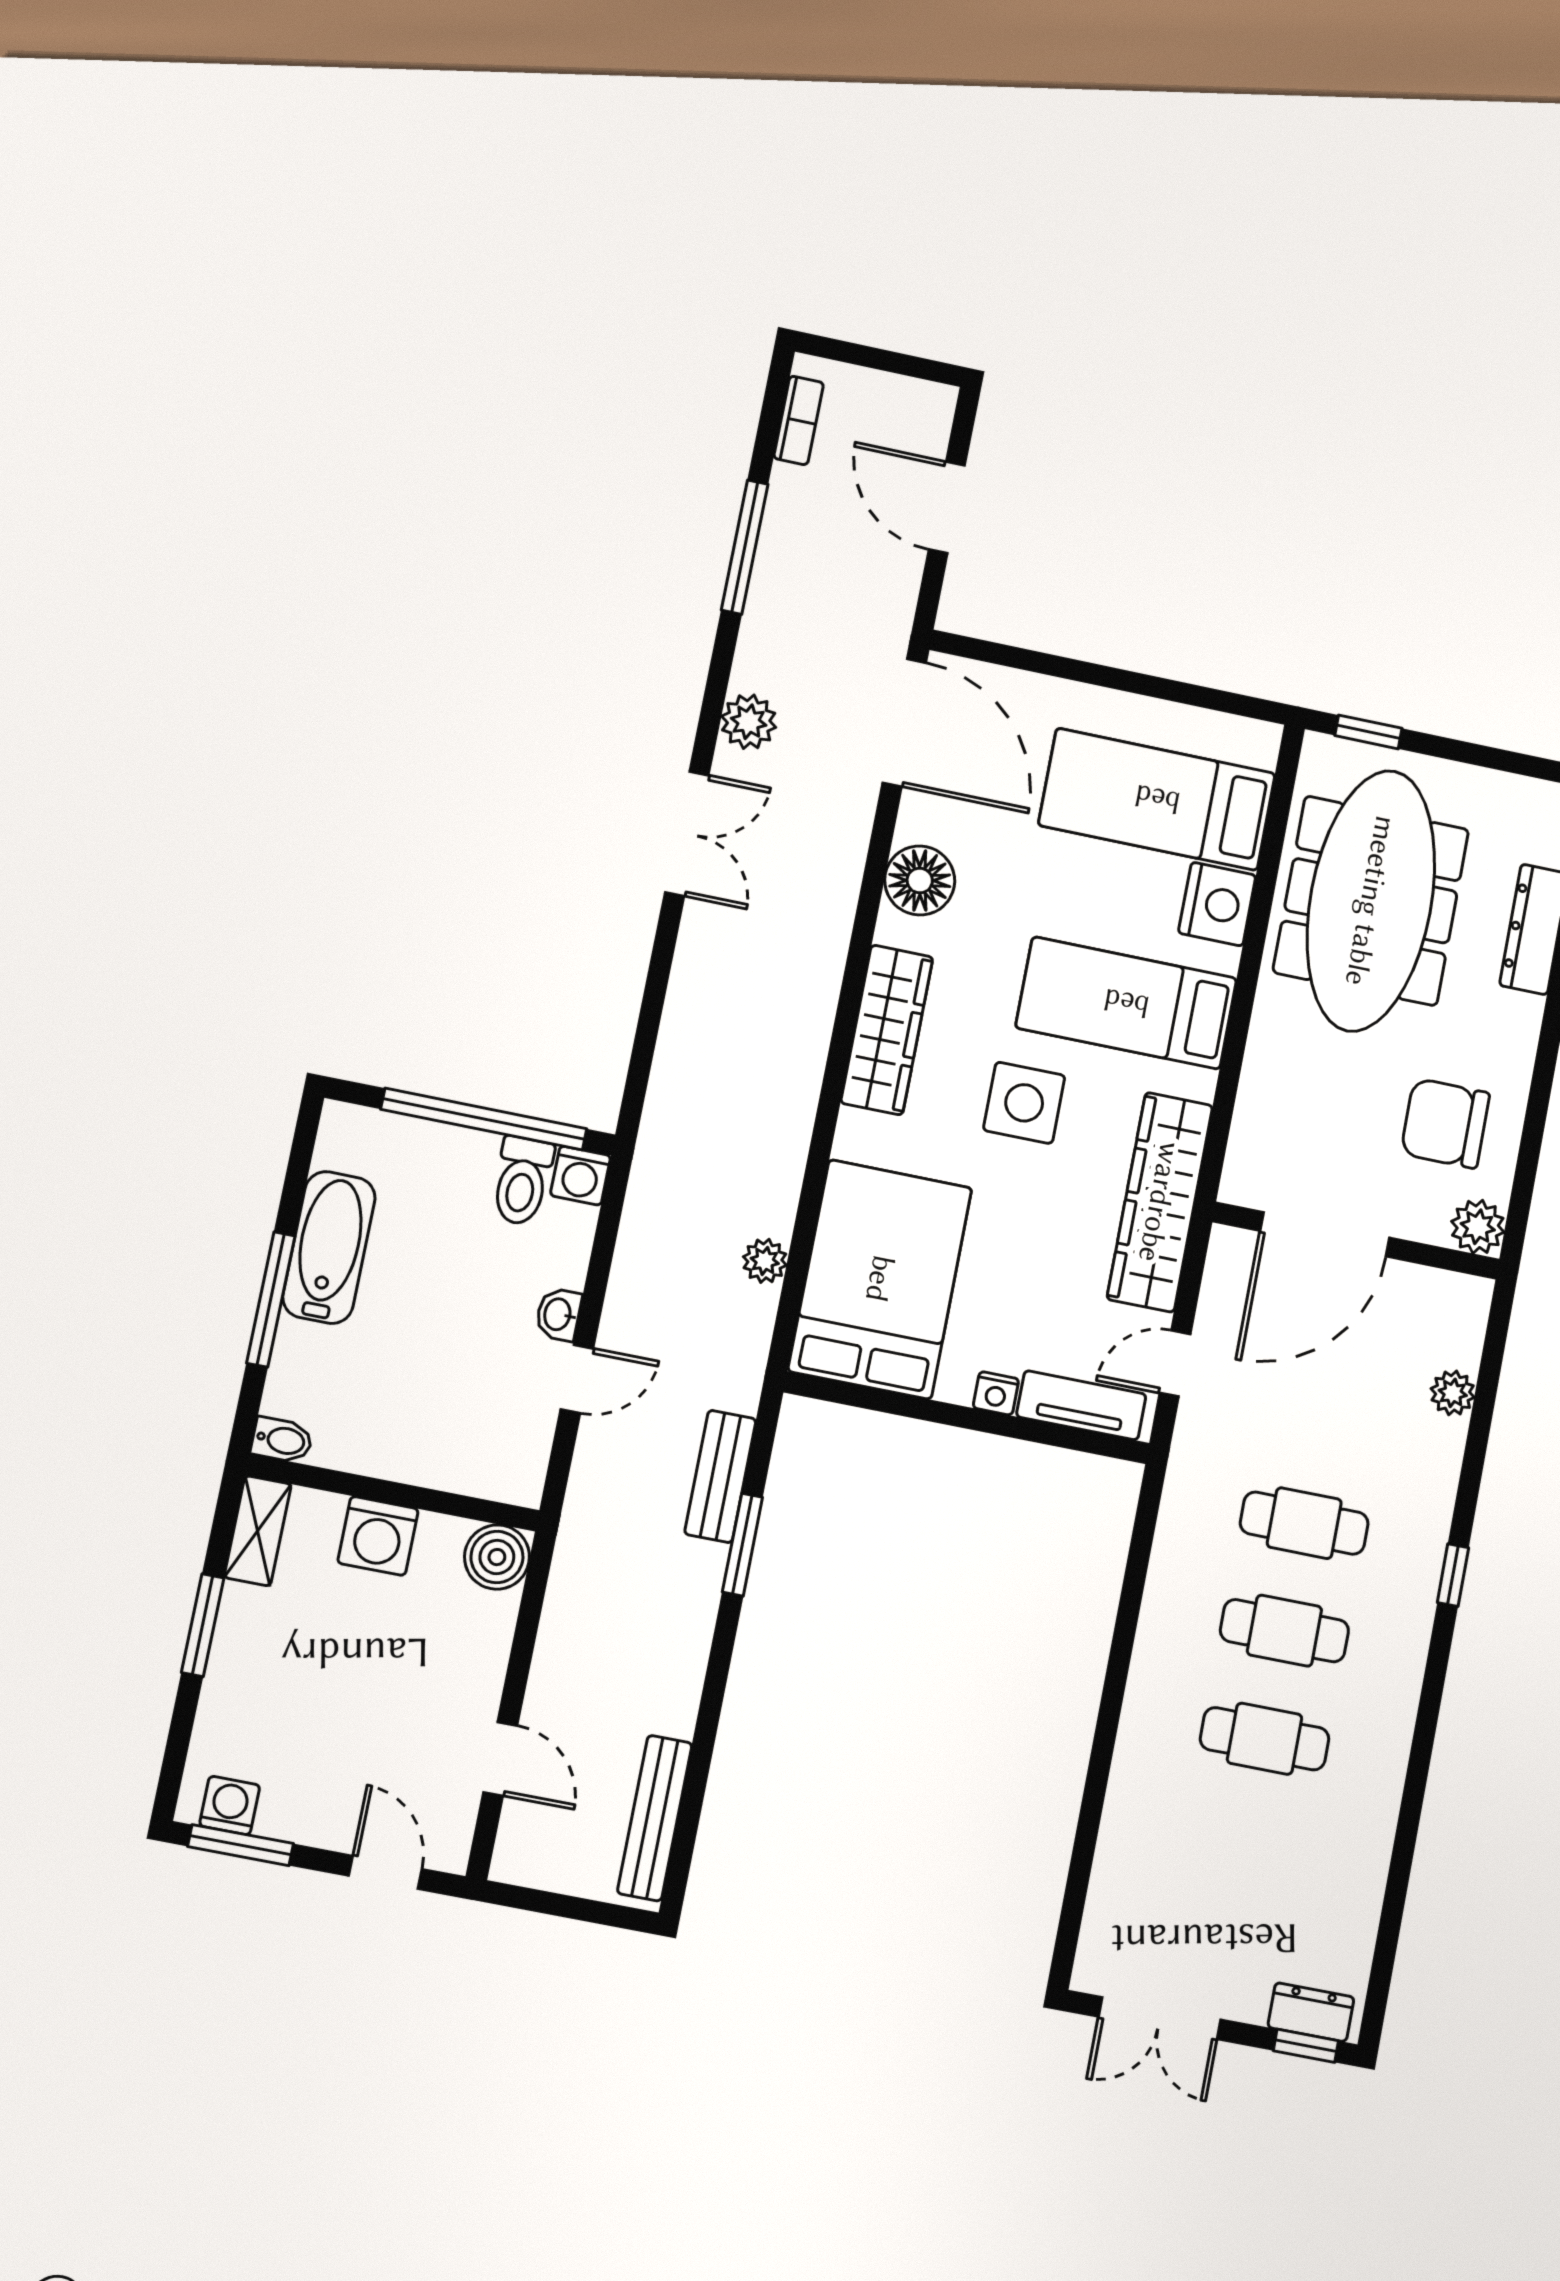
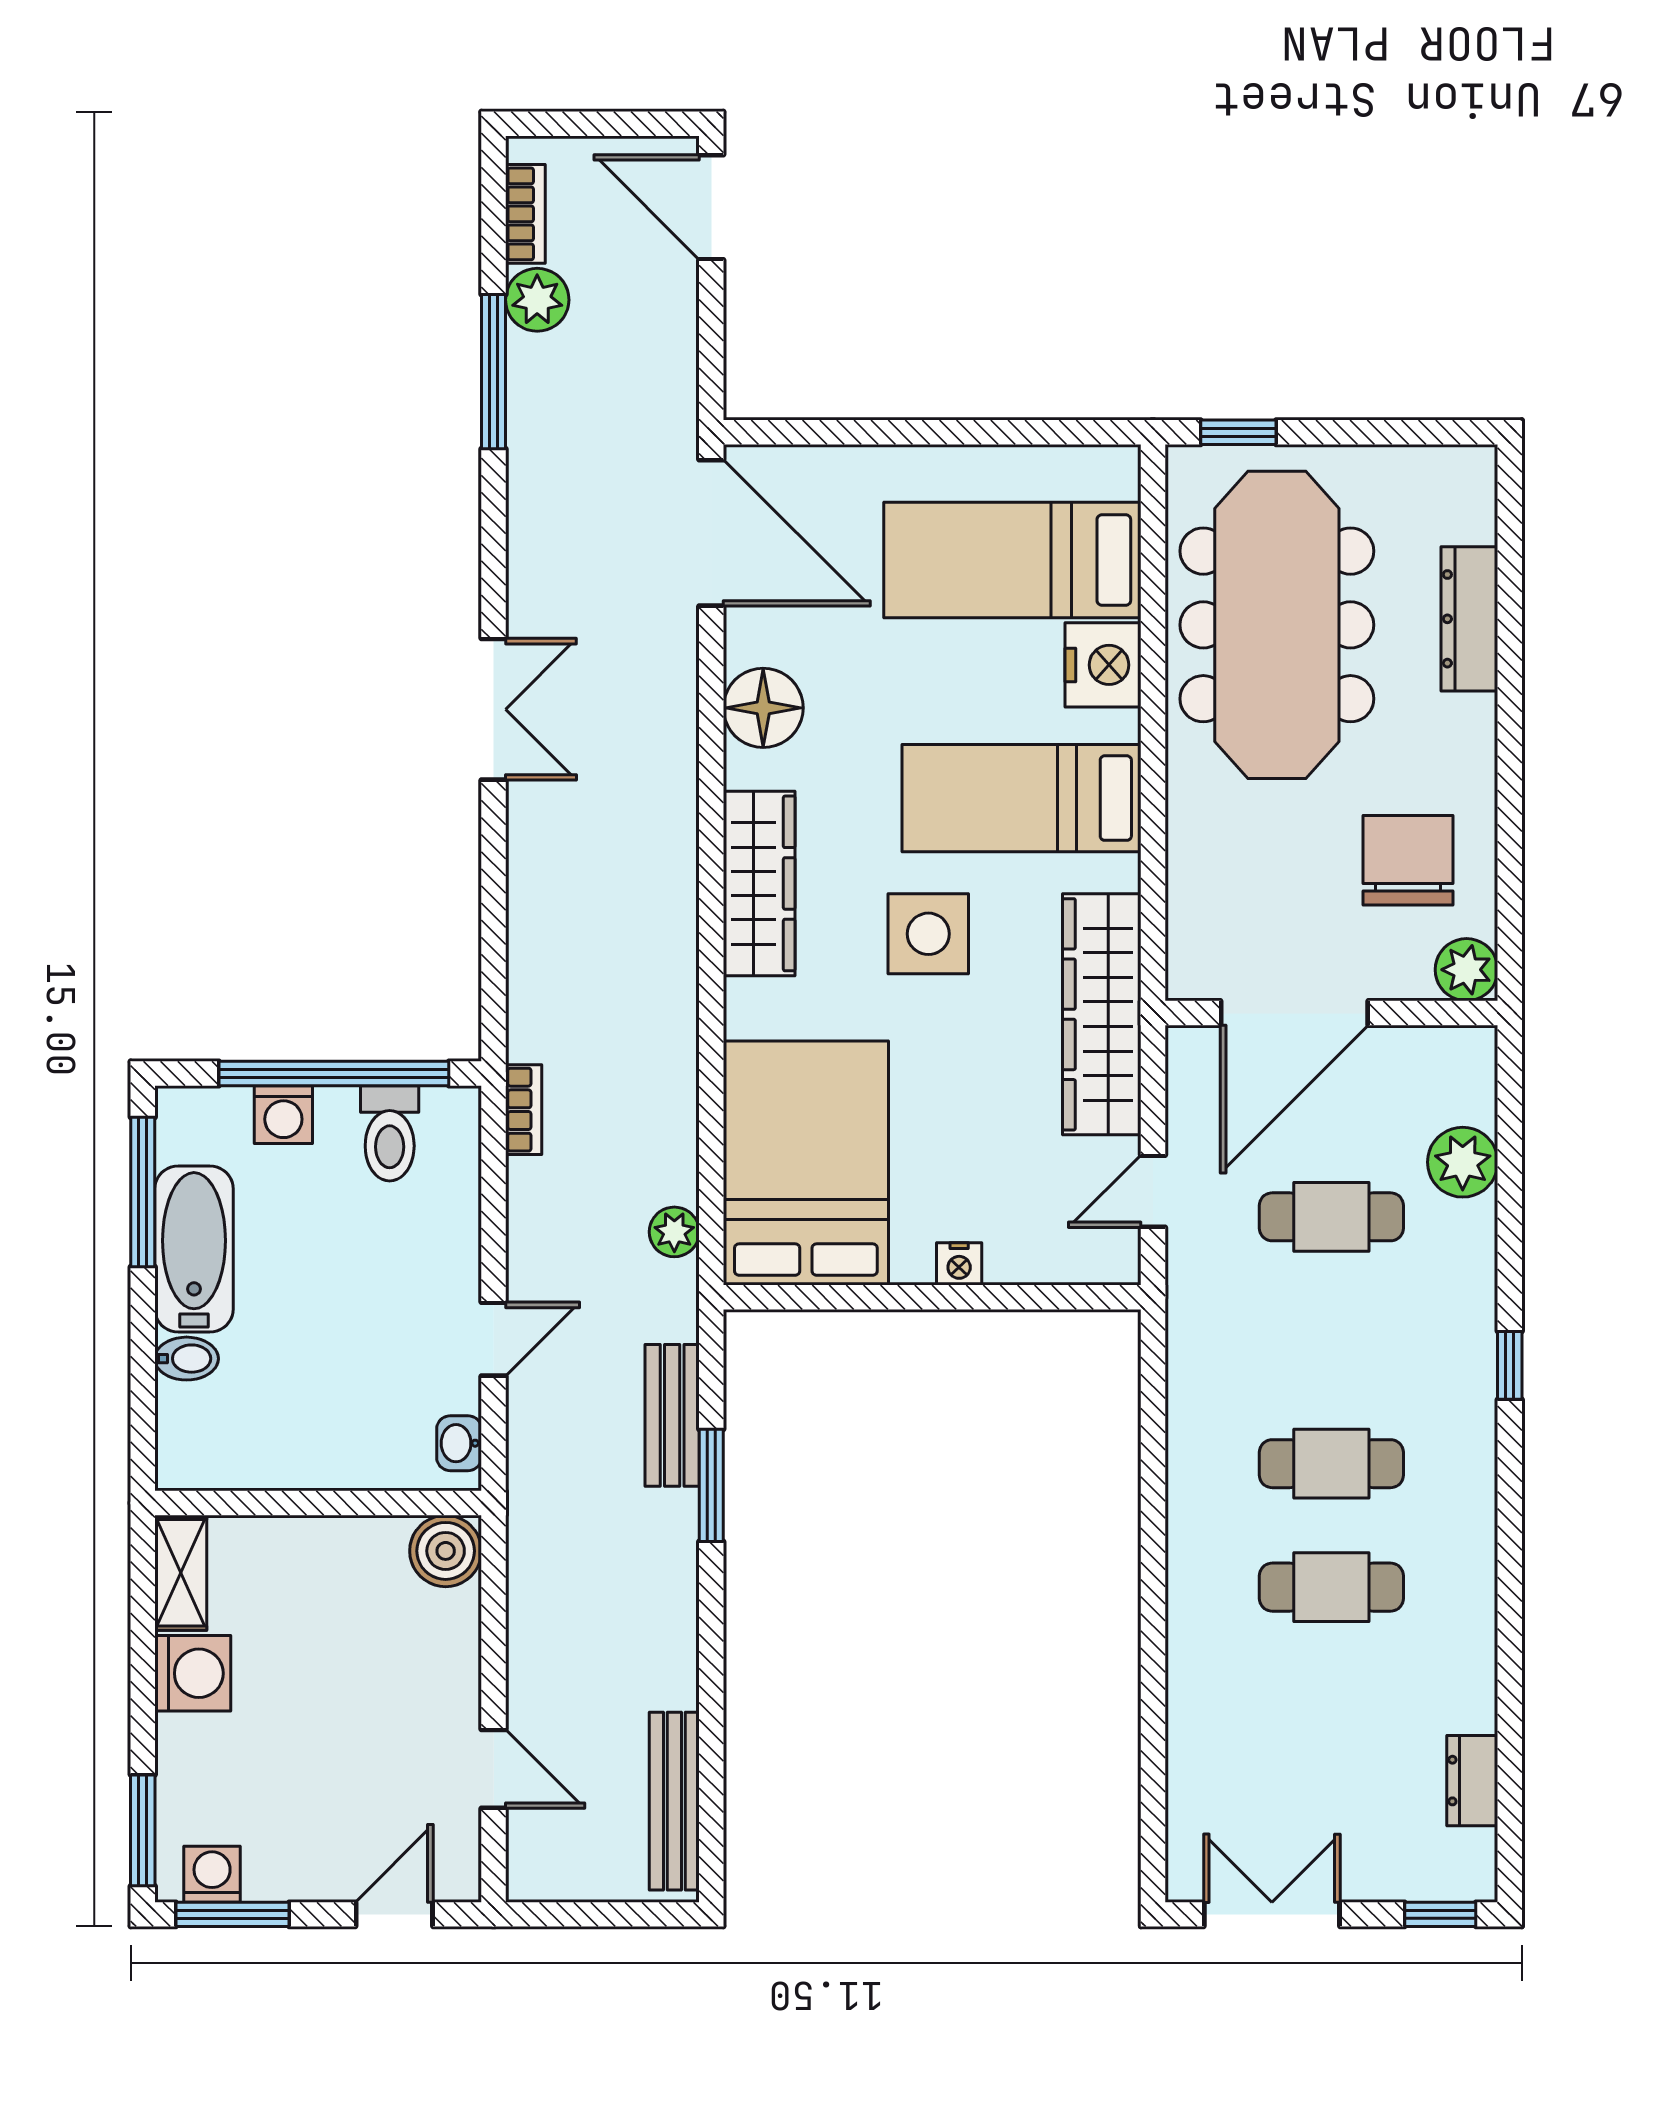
door: (947, 507) -> (711, 207), moved
plant: (749, 722) -> (537, 300), moved
chair: (1445, 1123) -> (1408, 860), turned 90
washing machine: (581, 1176) -> (283, 1115), moved
bookcase: (644, 1184) -> (524, 1110), added
plant: (765, 1261) -> (674, 1232), moved
window: (271, 1299) -> (143, 1192), moved
washbasin: (558, 1314) -> (459, 1443), moved
plant: (1453, 1393) -> (1463, 1162), width x1.38, depth x1.38
tv unit: (1081, 1405) -> (1057, 1258), removed
bidet: (282, 1440) -> (187, 1359), moved
cafe table: (1304, 1523) -> (1331, 1217), moved
washing machine: (378, 1536) -> (193, 1673), moved, turned -90
window: (203, 1625) -> (143, 1830), moved
door: (385, 1872) -> (394, 1914), hinge flipped
dresser: (1311, 2012) -> (1472, 1781), moved, turned -90
double door: (1160, 2018) -> (1272, 1914), swing flipped

